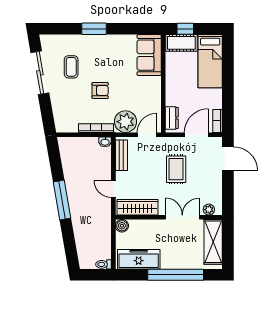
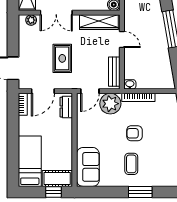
coffee table: (71, 67) -> (131, 164), moved

